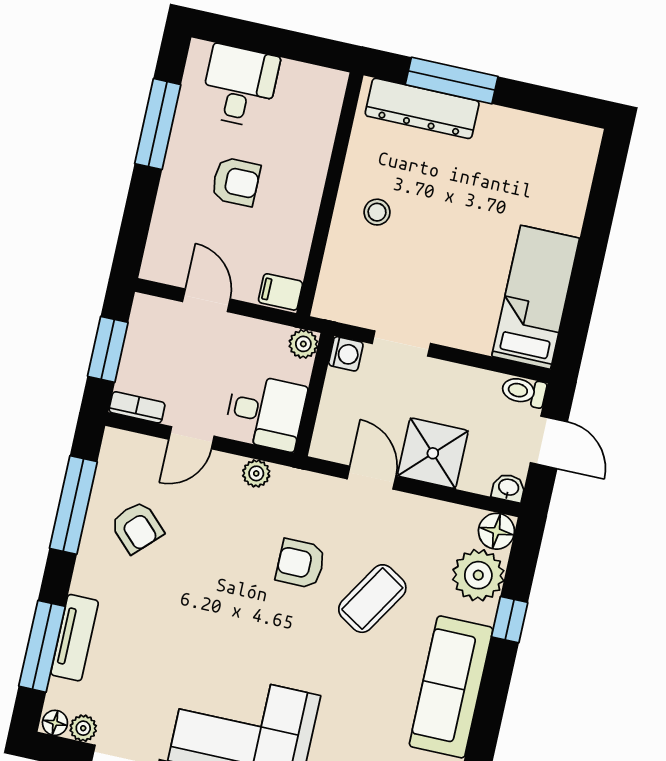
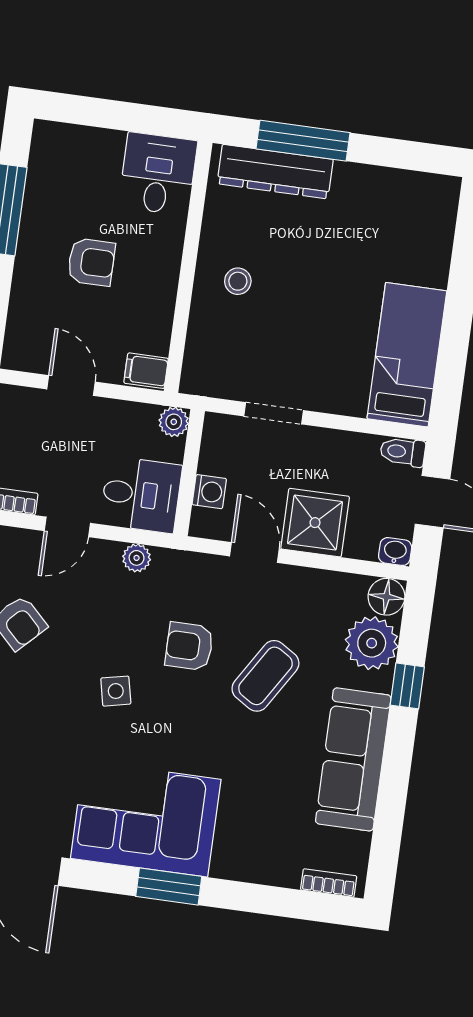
desk: (240, 86) -> (158, 174), moved
washing machine: (346, 354) -> (209, 492), moved
side table: (225, 601) -> (116, 691), added

